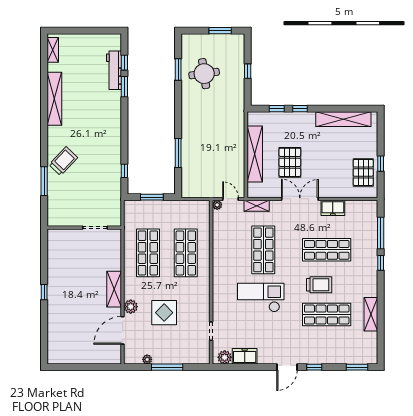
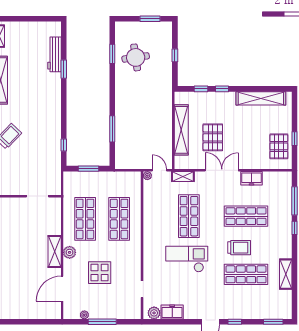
window: (124, 63) -> (64, 48), removed
plant: (131, 307) -> (70, 252), moved

